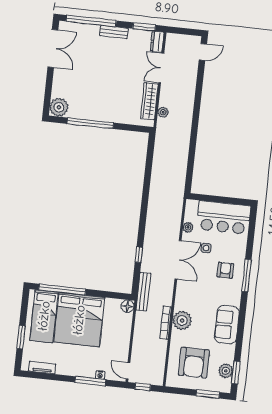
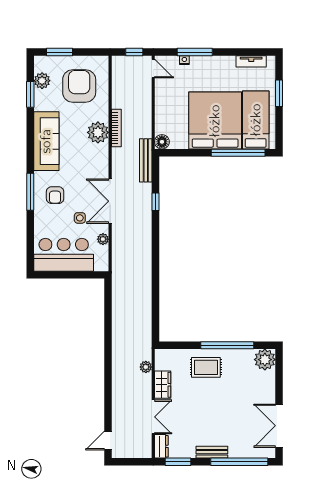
wardrobe: (149, 101) -> (163, 385), width x0.67
rug: (111, 106) -> (206, 367), added
sofa: (227, 325) -> (46, 141), width x1.36
window: (236, 372) -> (30, 94), moved

